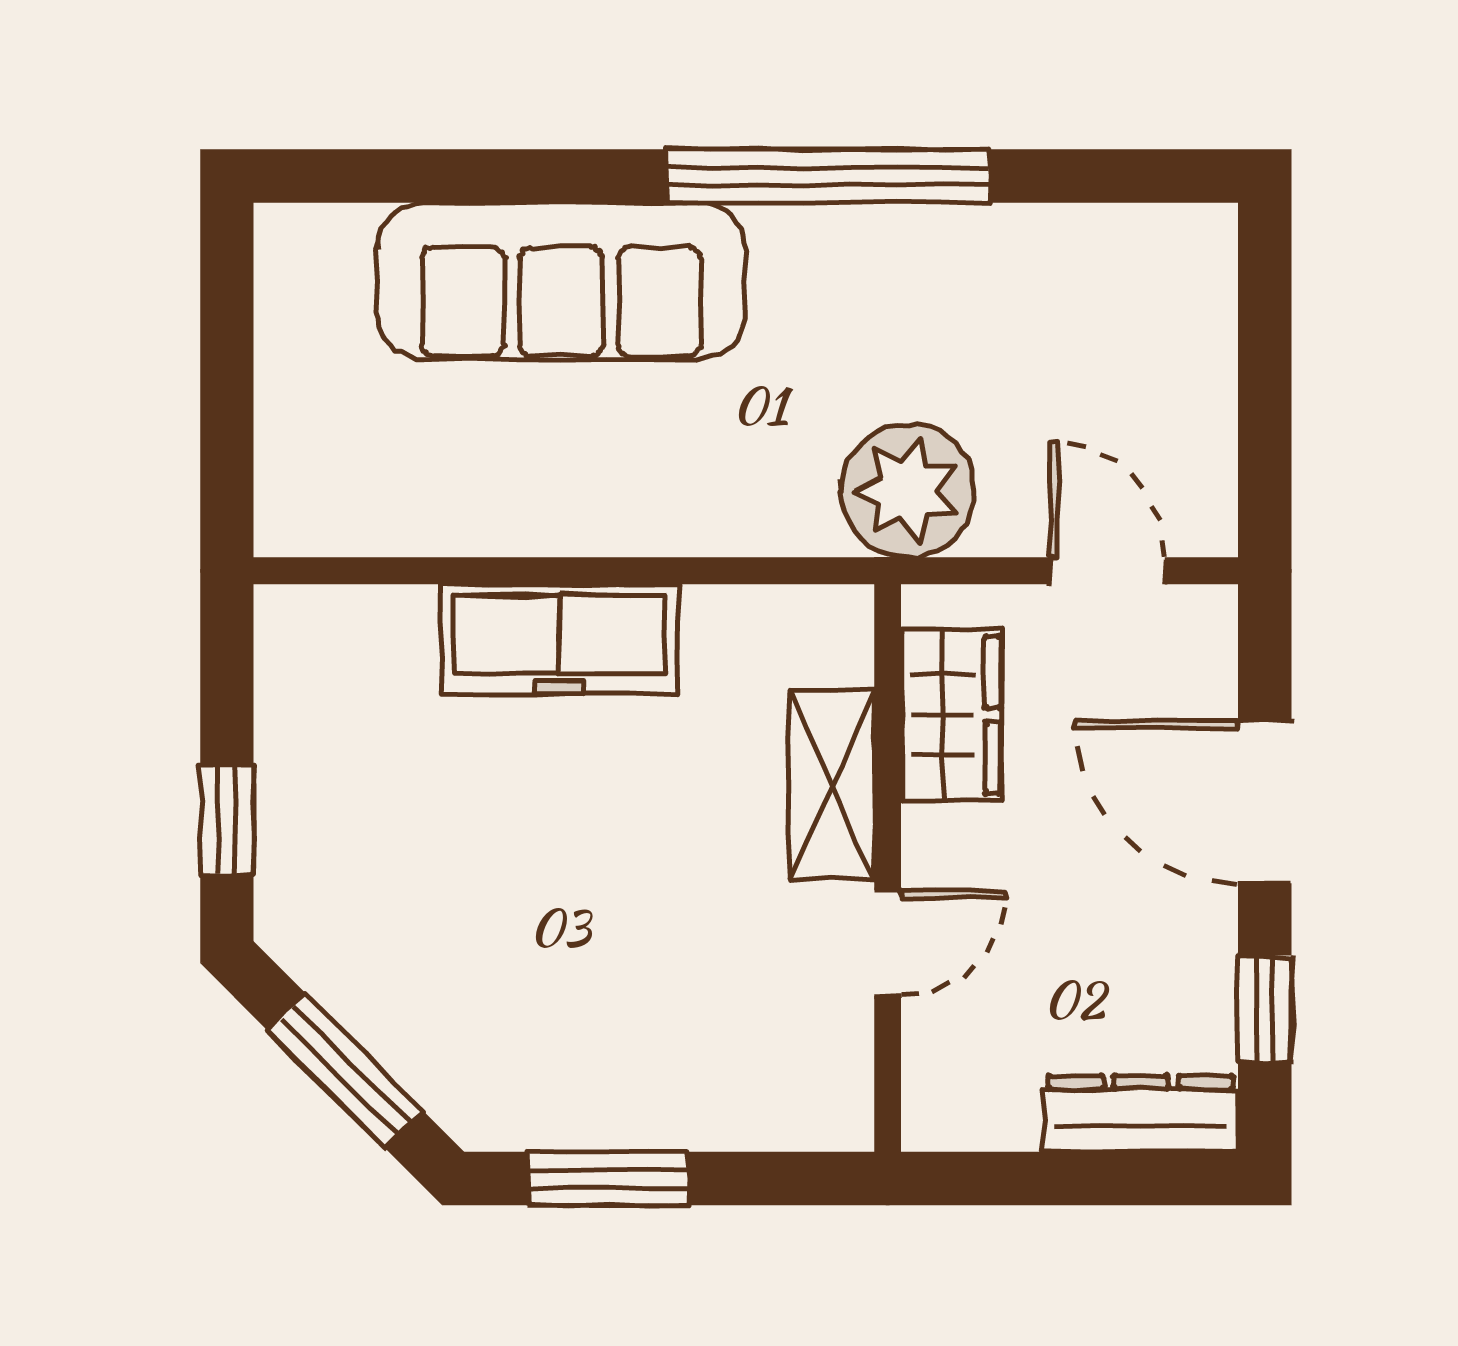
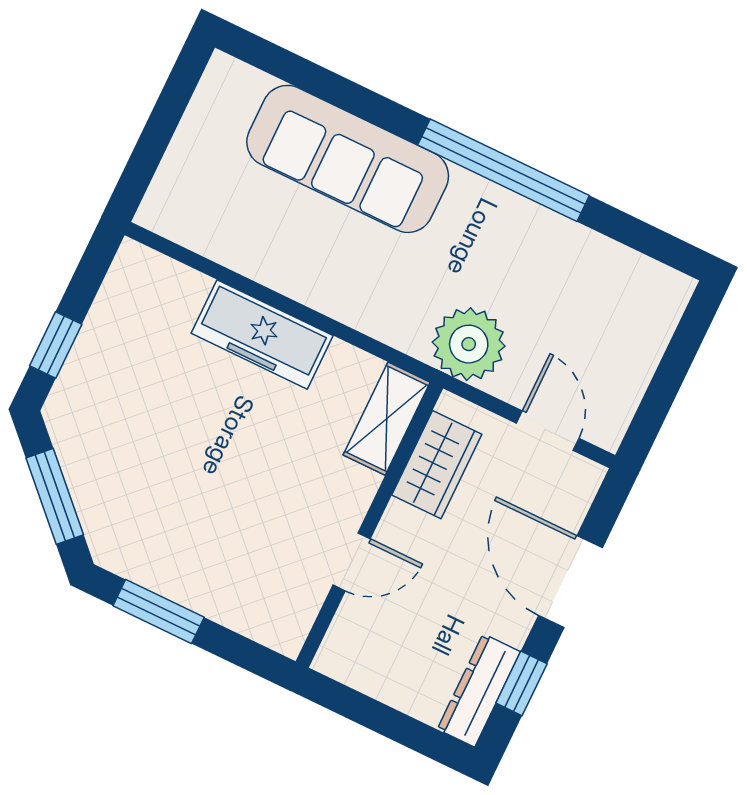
shelving: (832, 785) -> (387, 419), moved
dresser: (1141, 1114) -> (479, 690), moved, turned -90

